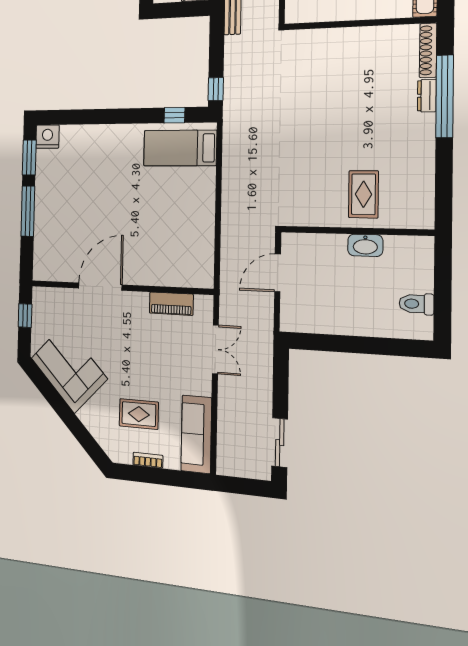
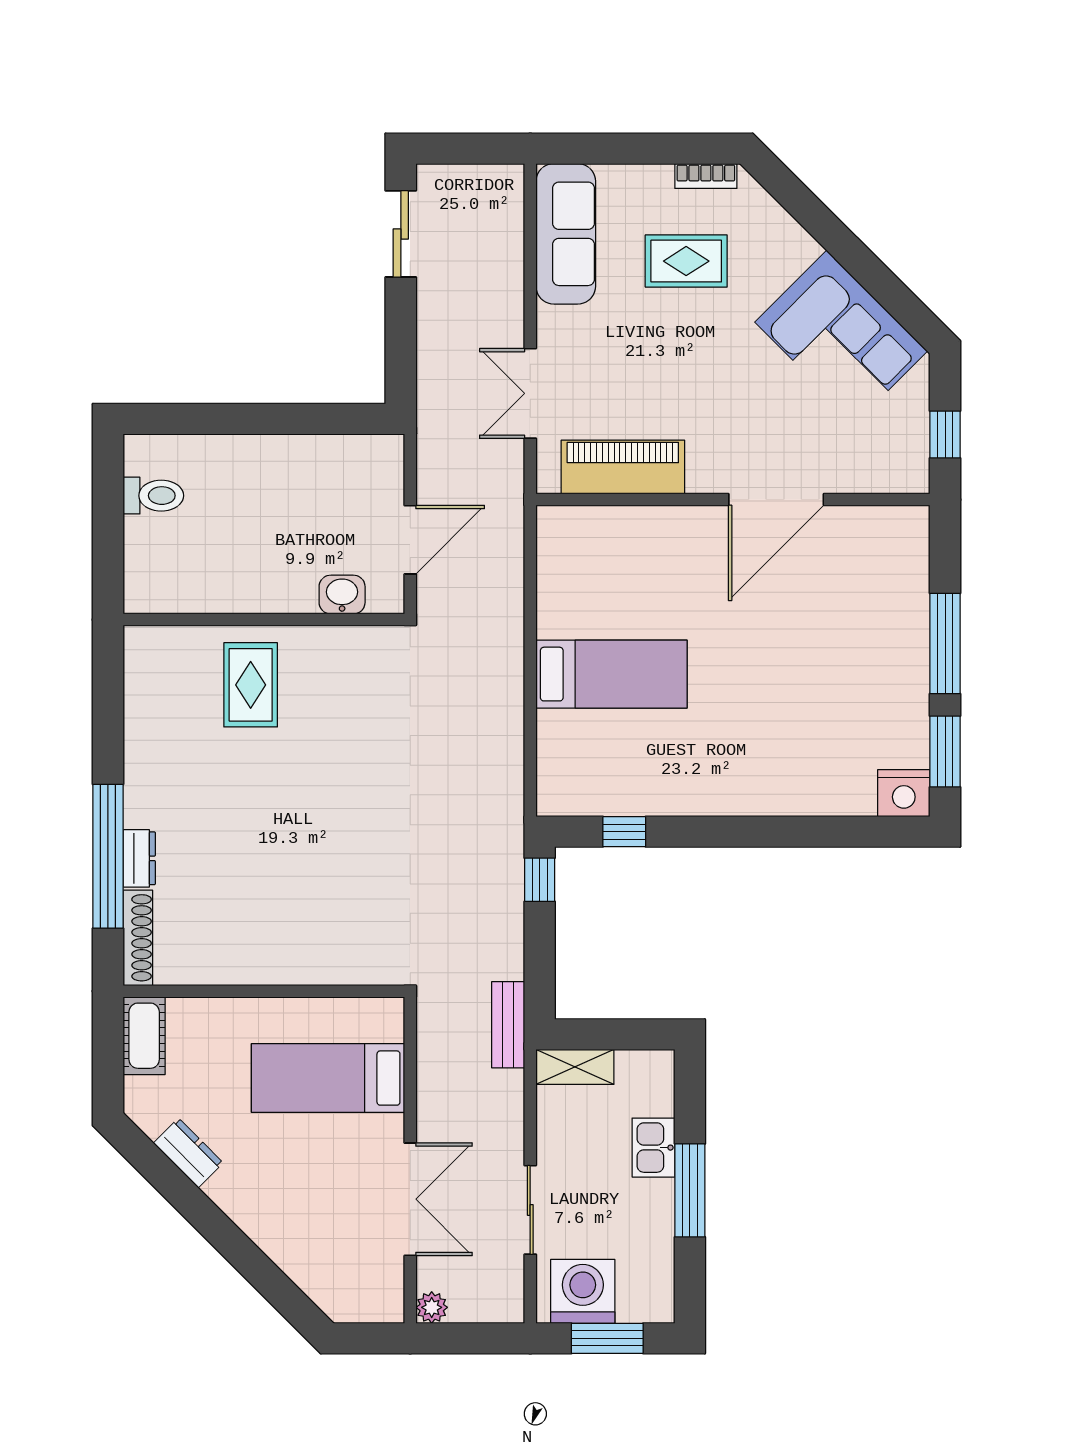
bed: (180, 148) -> (611, 674), moved
washbasin: (365, 245) -> (342, 595), moved, width x0.72
piano: (171, 304) -> (623, 467), width x1.37, depth x1.33
bookcase: (148, 460) -> (706, 176), moved

